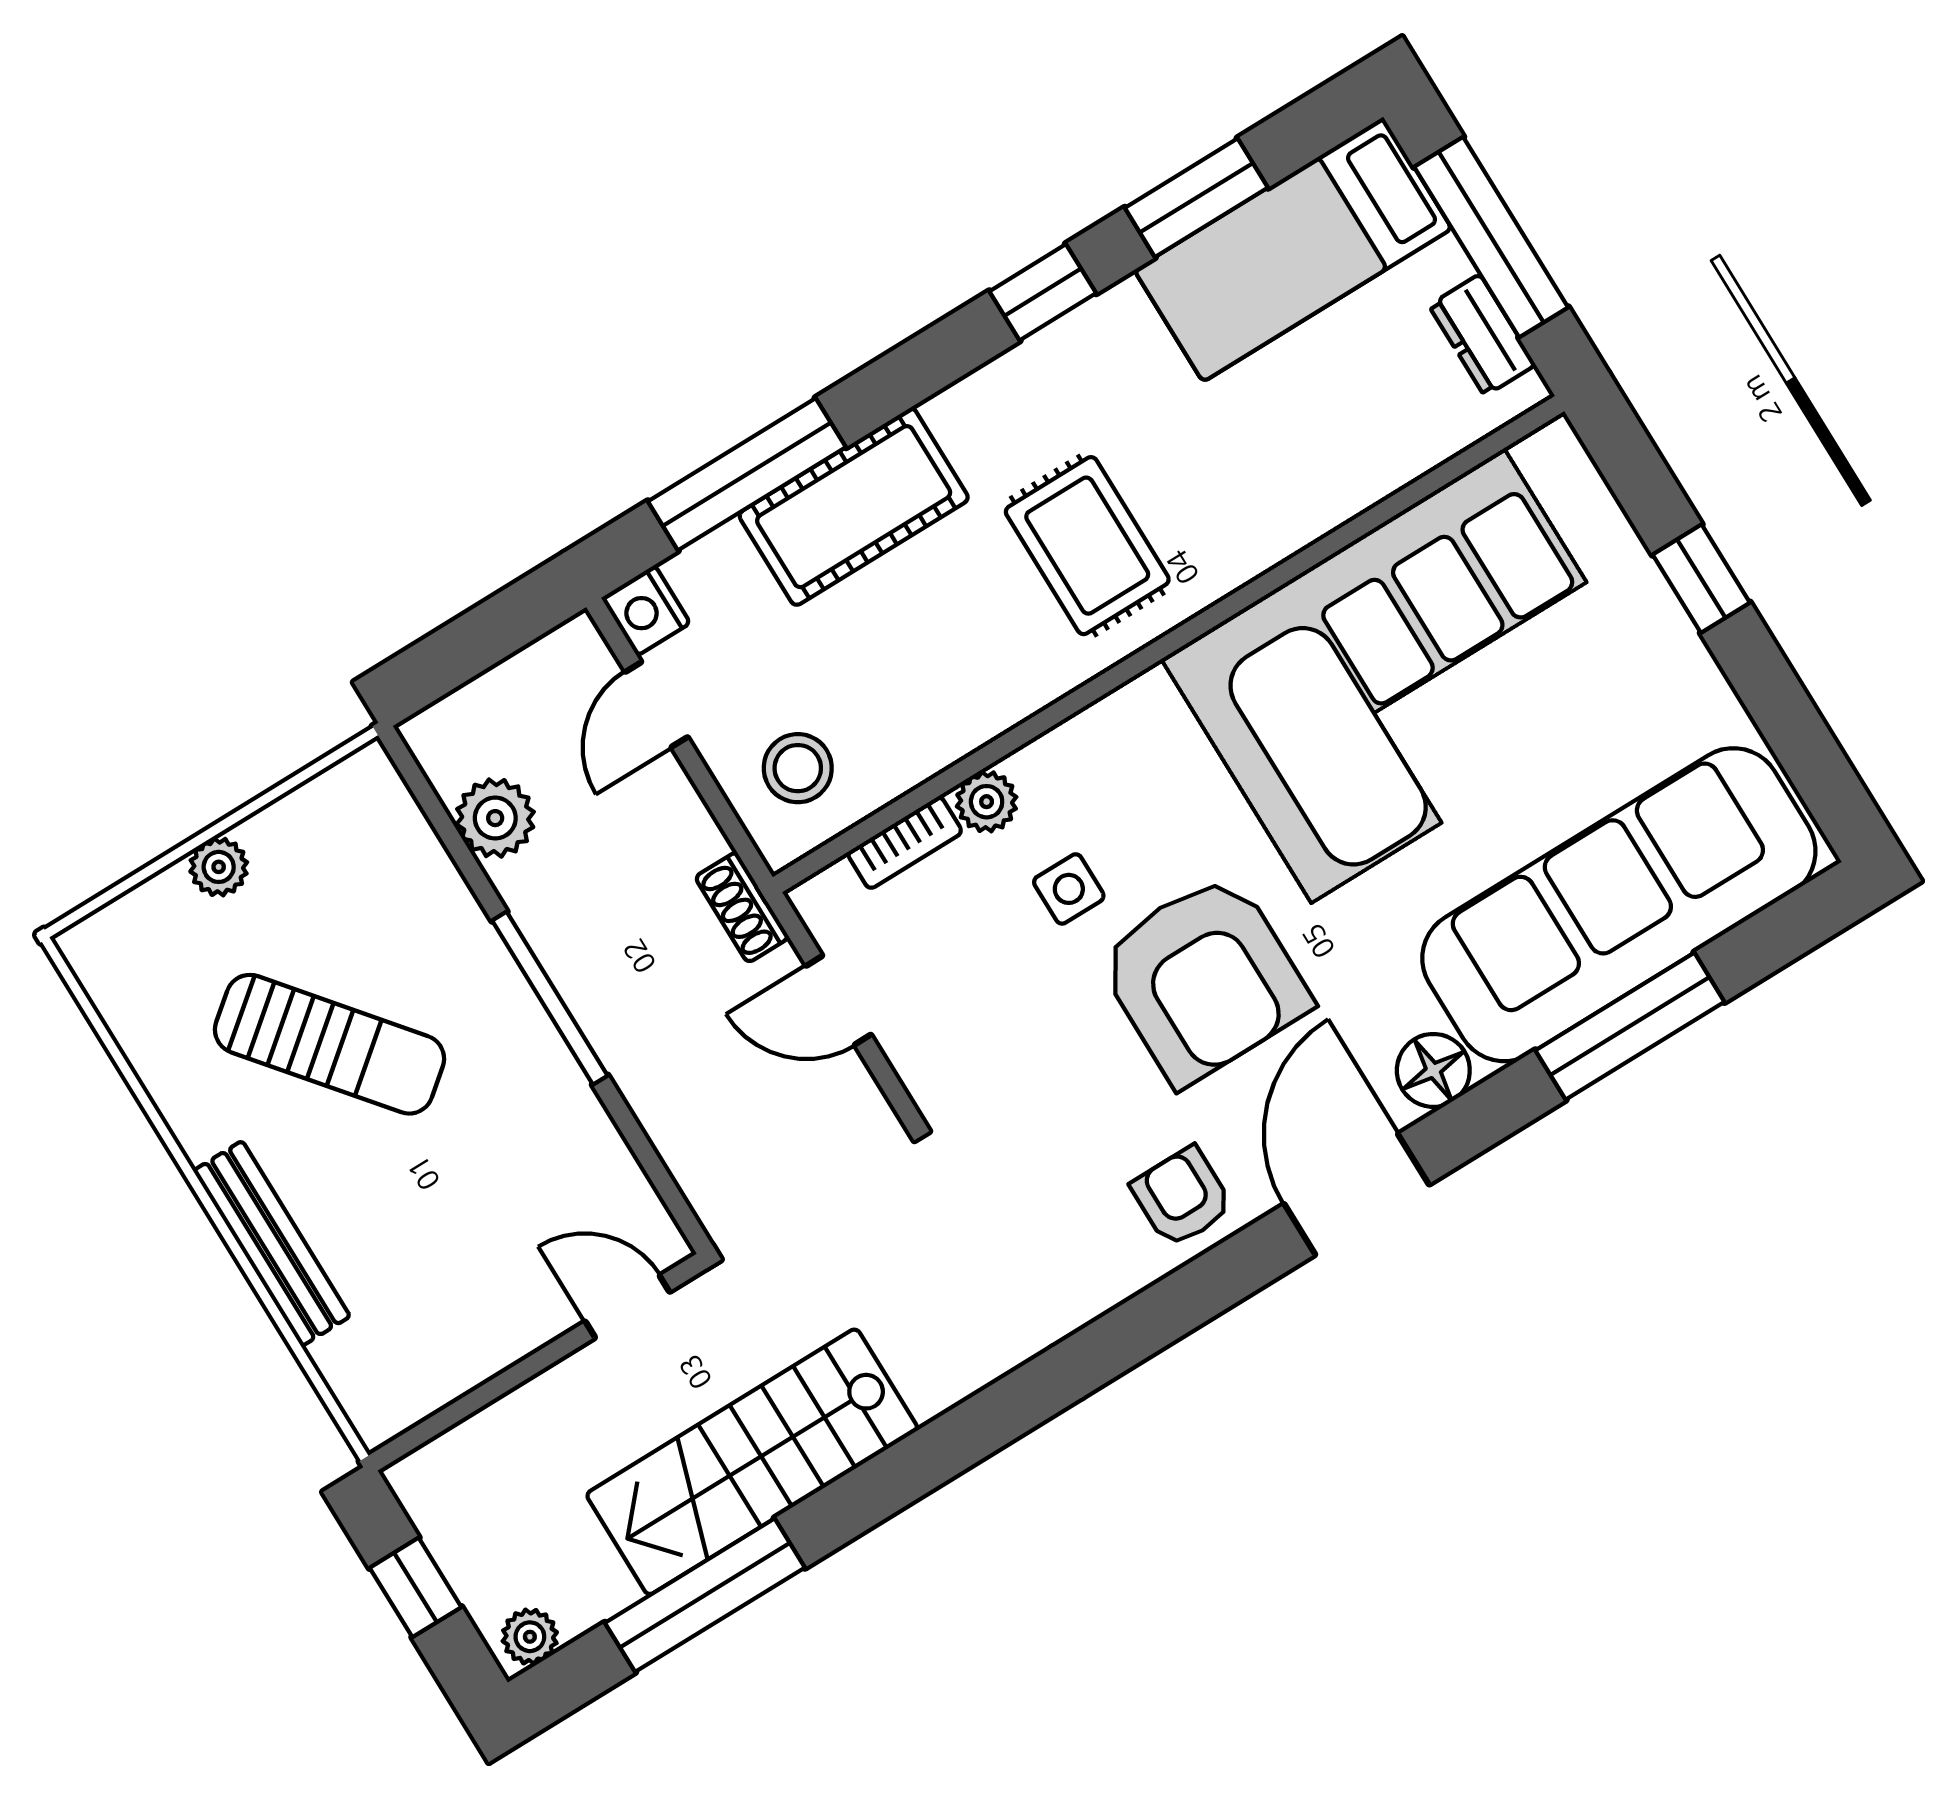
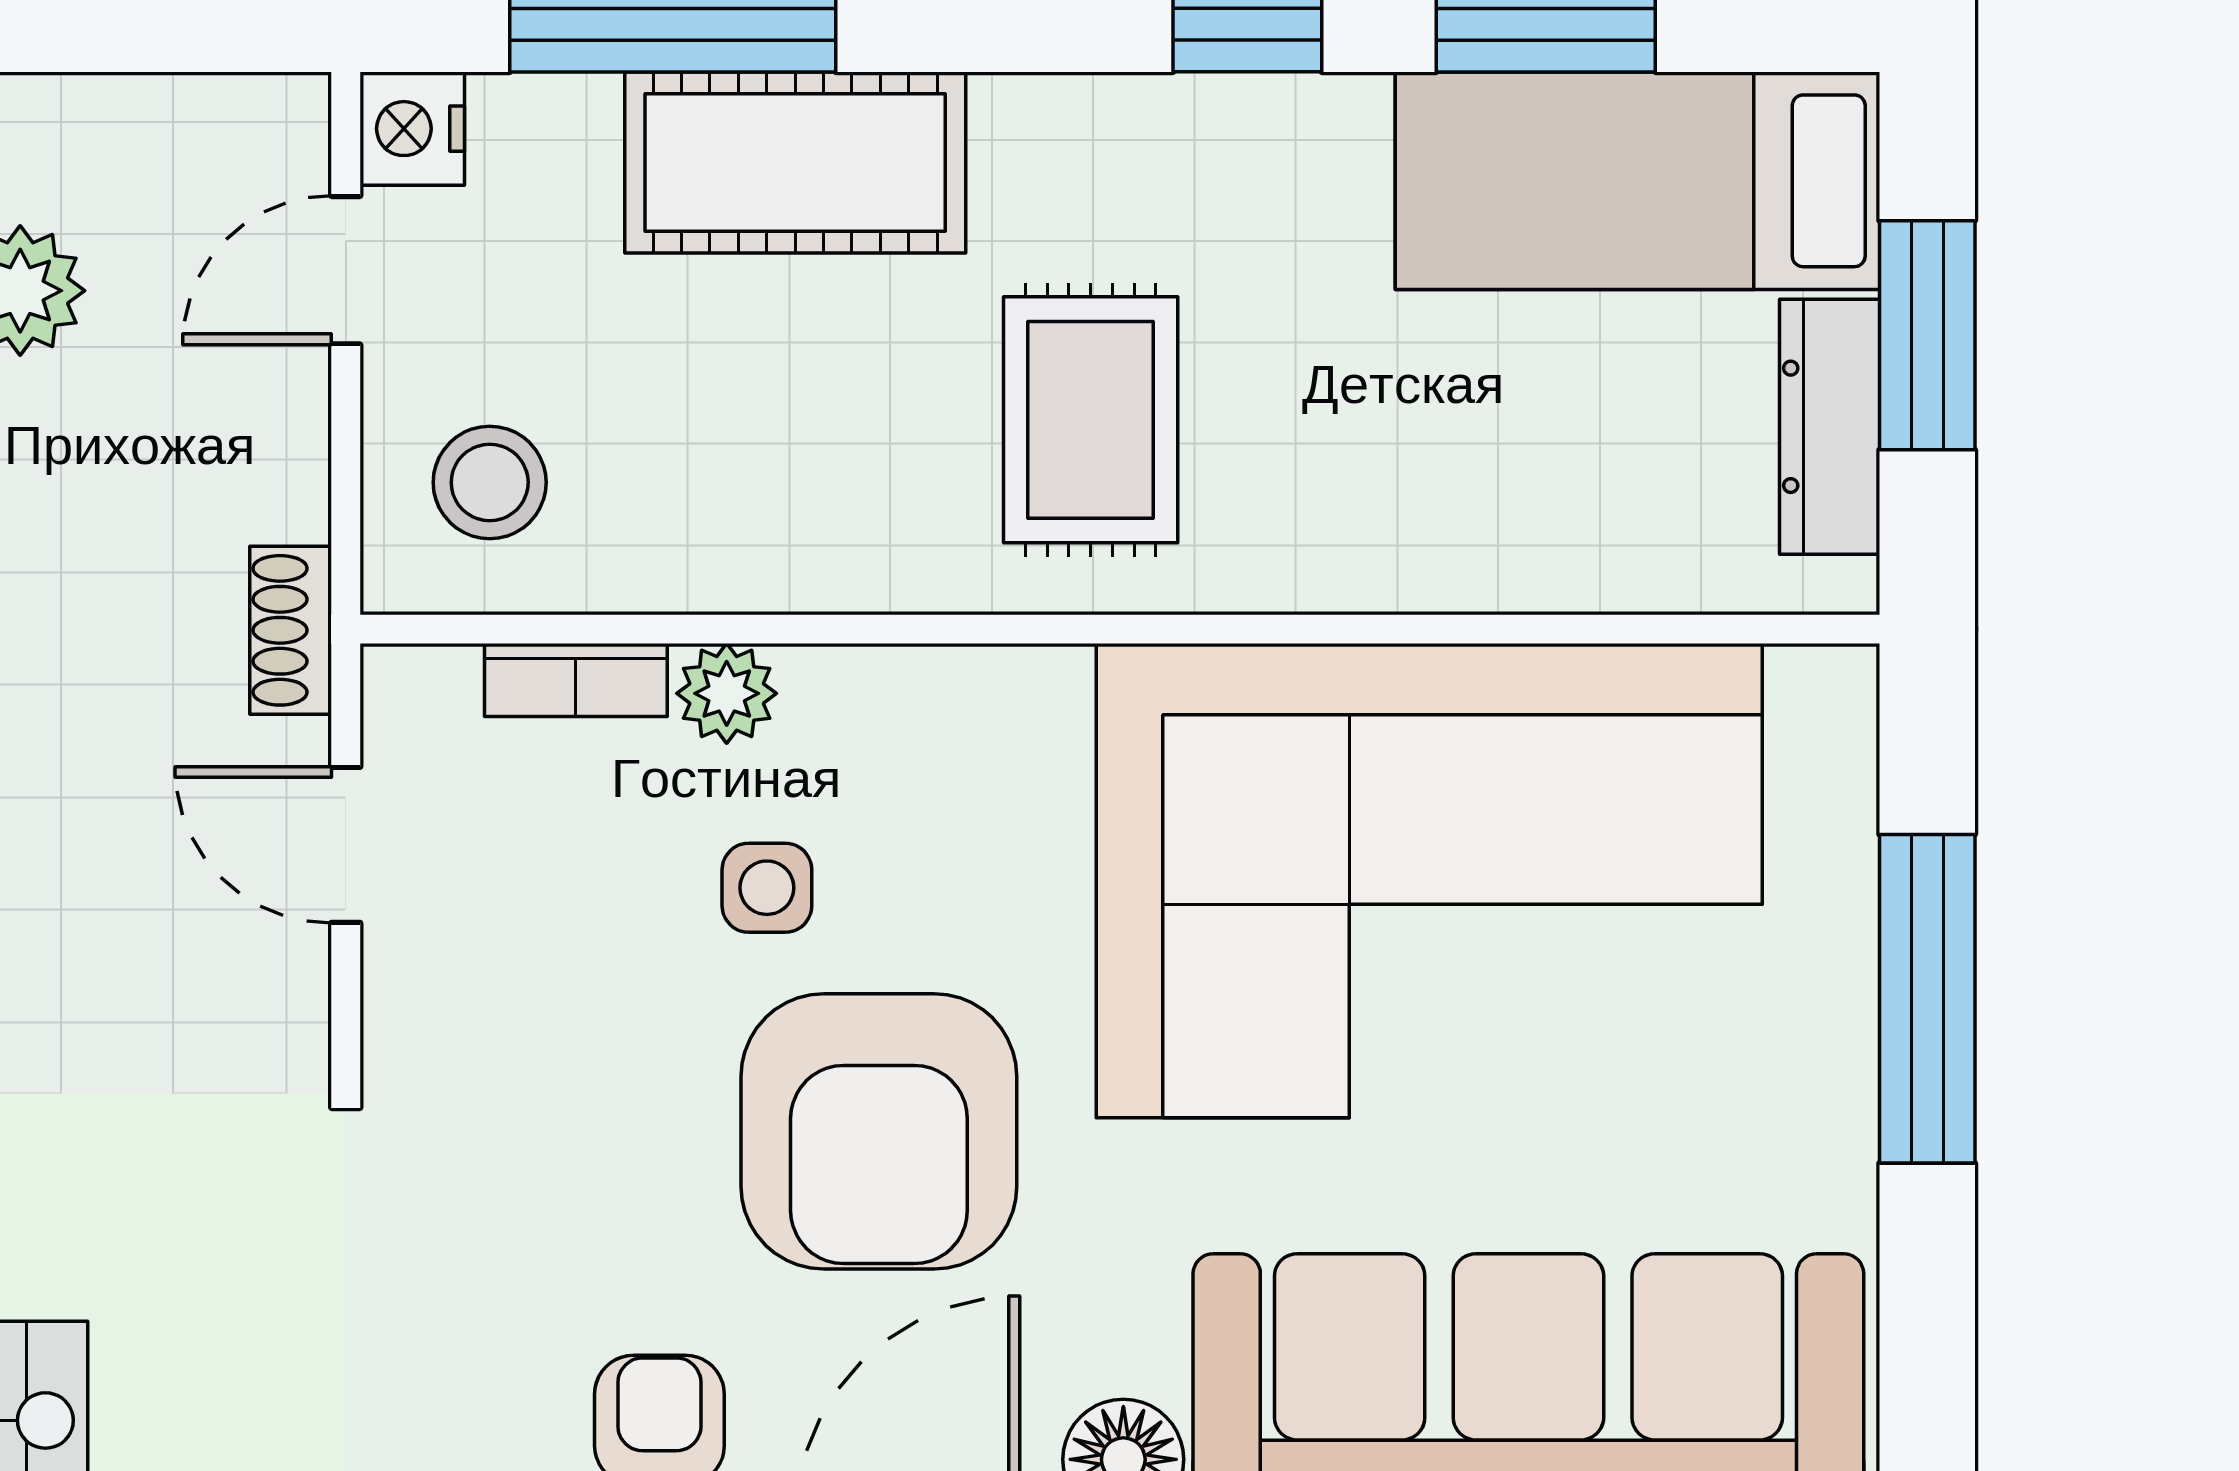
window: (1491, 237) -> (1927, 335), width x0.69
dresser: (1482, 335) -> (1830, 427), width x1.44
window: (1701, 579) -> (1927, 999), width x2.17

